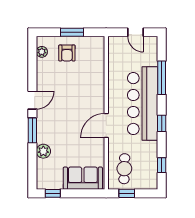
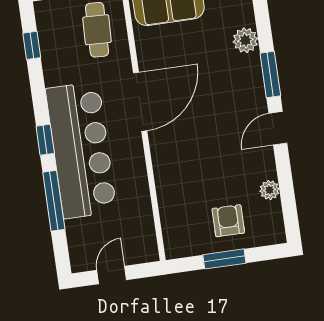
door: (136, 32) -> (112, 275), hinge flipped
plant: (42, 52) -> (269, 190), moved
window: (162, 123) -> (45, 140), moved
door: (106, 126) -> (140, 102), width x1.36

